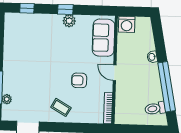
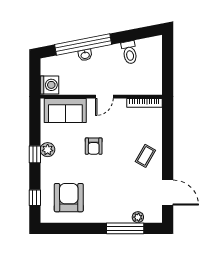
armchair: (26, 38) -> (69, 198), added
armchair: (79, 80) -> (94, 146), moved
window: (167, 87) -> (83, 44), moved
toilet: (155, 108) -> (129, 52), moved

